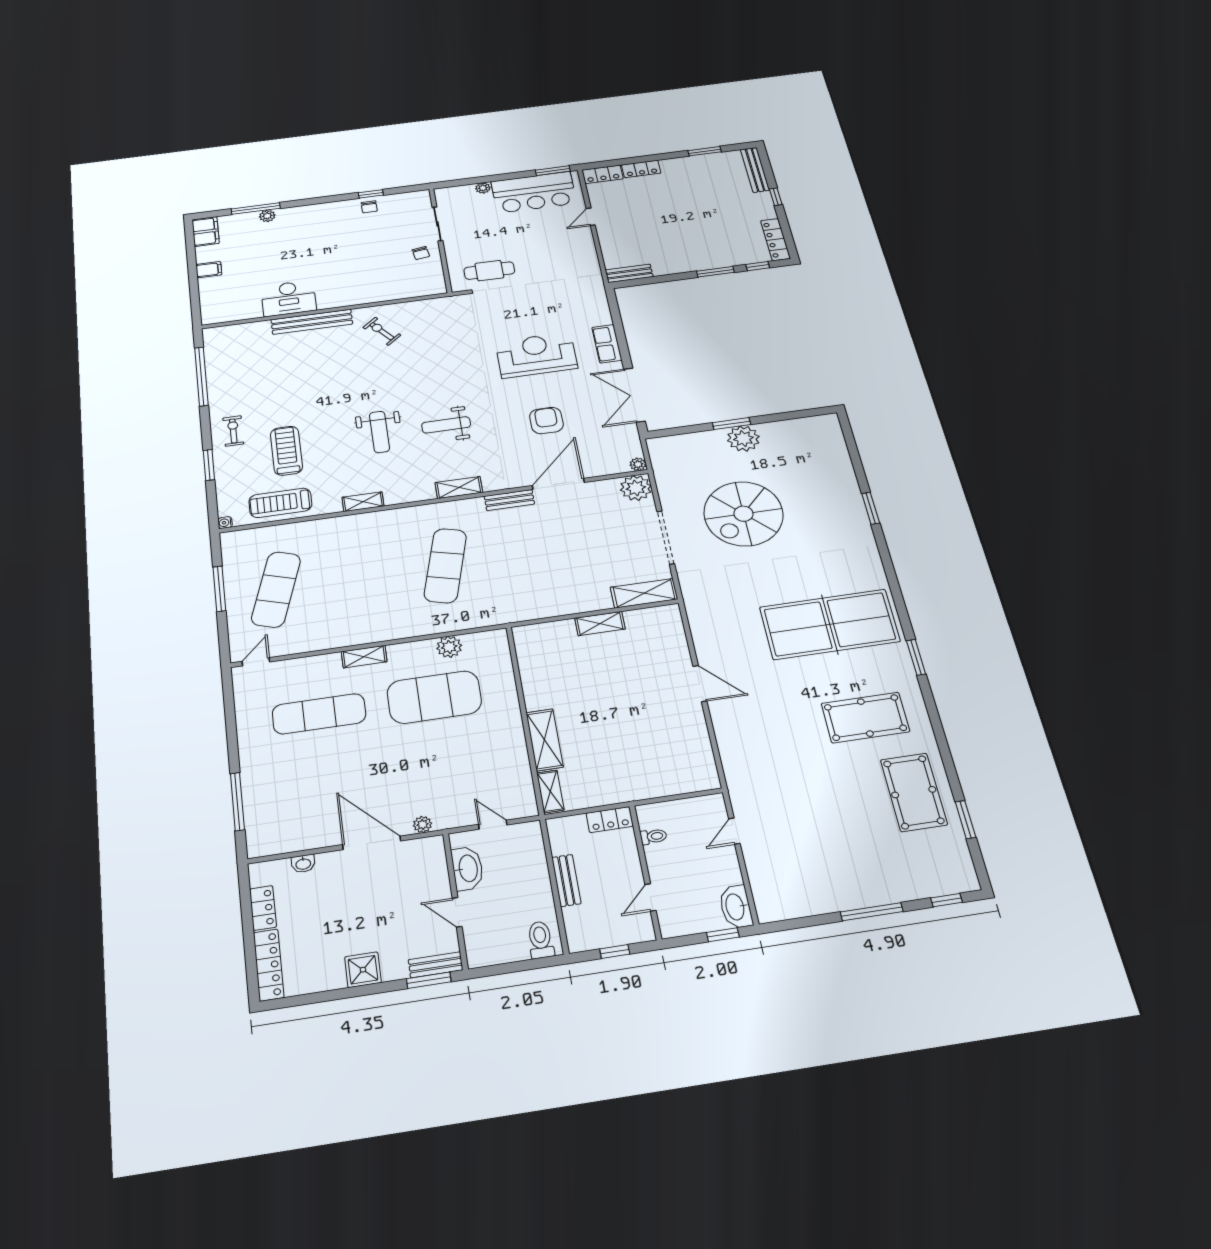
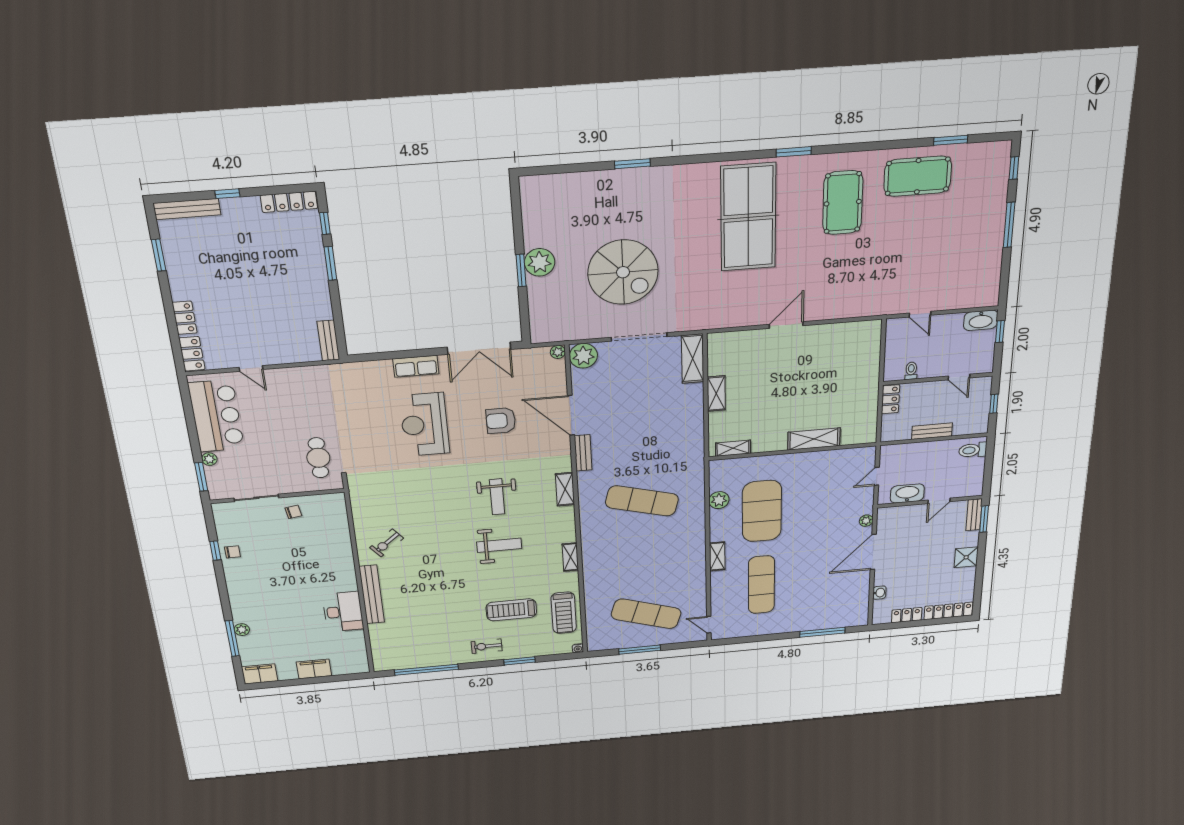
window: (553, 171) -> (201, 477), moved
filing cabinet: (209, 270) -> (314, 669), width x2.00
shelving: (550, 791) -> (733, 448), moved

